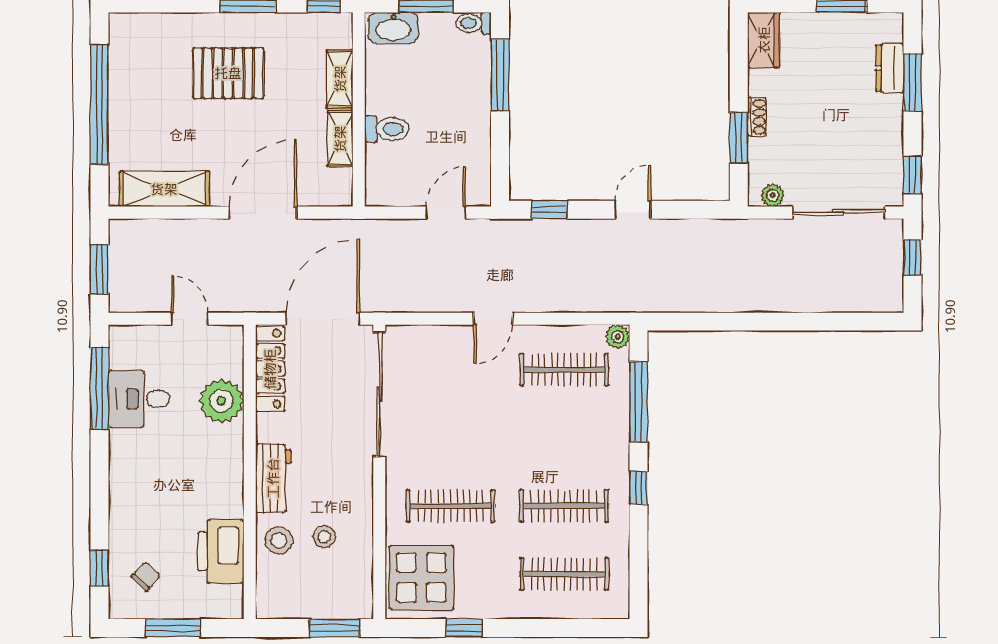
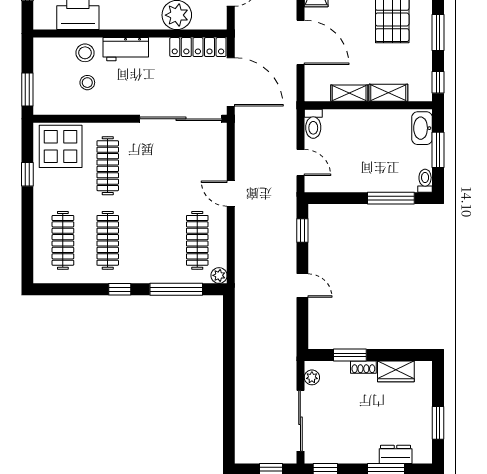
wardrobe: (764, 40) -> (396, 371), moved
toilet: (387, 129) -> (313, 124), moved

